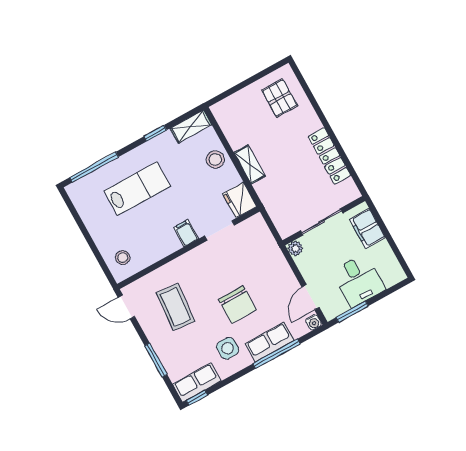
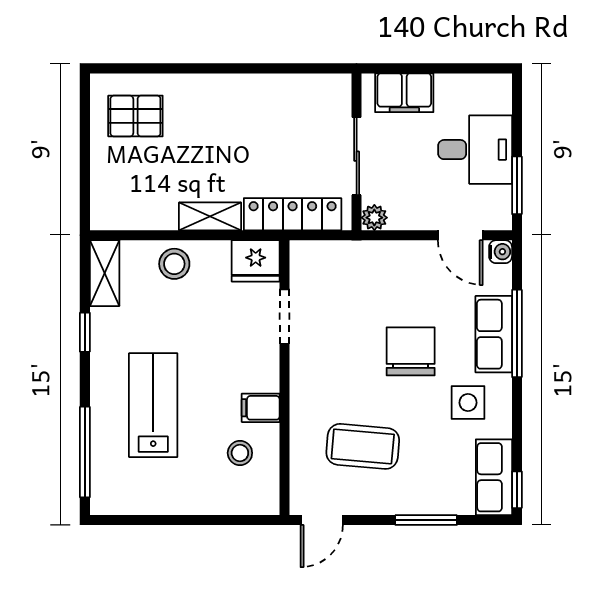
locker: (329, 156) -> (293, 214), moved, turned 180
filing cabinet: (186, 233) -> (261, 408), moved
stool: (123, 258) -> (240, 453), moved
chair: (237, 305) -> (411, 351), turned -90

